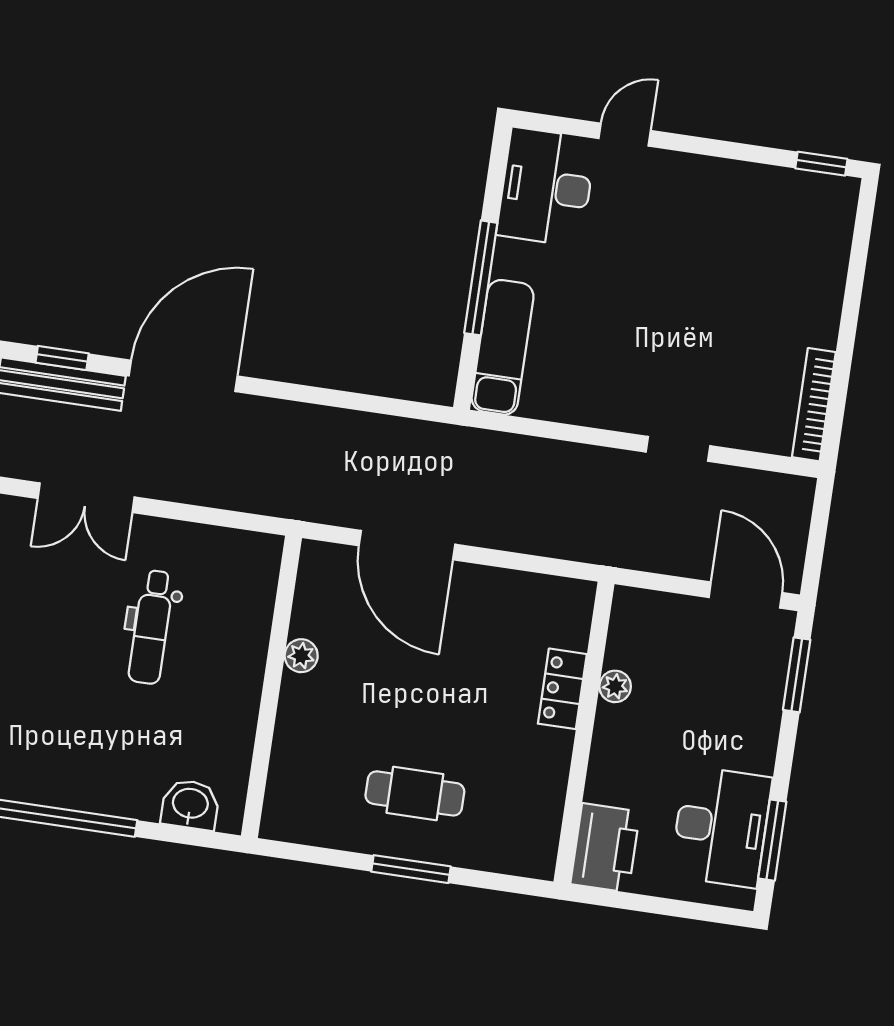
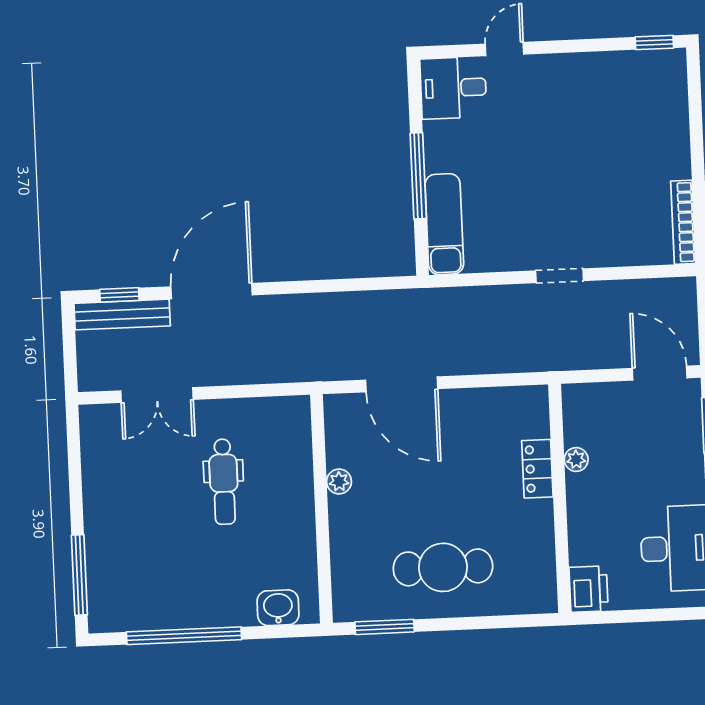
desk: (546, 187) -> (453, 88), width x0.73
doorway: (678, 449) -> (560, 276), moved
cafe table: (415, 793) -> (443, 567), width x1.37, depth x1.35
printer: (605, 848) -> (589, 589), width x0.73, depth x0.84
window: (411, 869) -> (385, 627), moved

